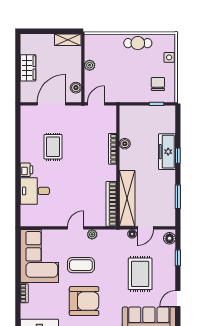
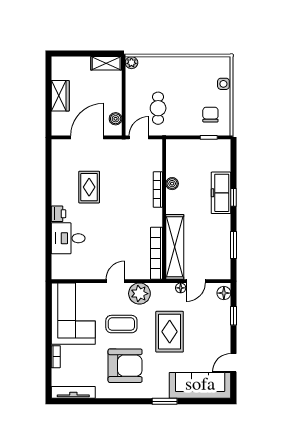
cafe table: (138, 43) -> (158, 108), moved, turned 90
plant: (90, 65) -> (131, 63), moved
plant: (92, 234) -> (139, 294), width x1.87, depth x1.87
rug: (140, 274) -> (170, 332), moved

